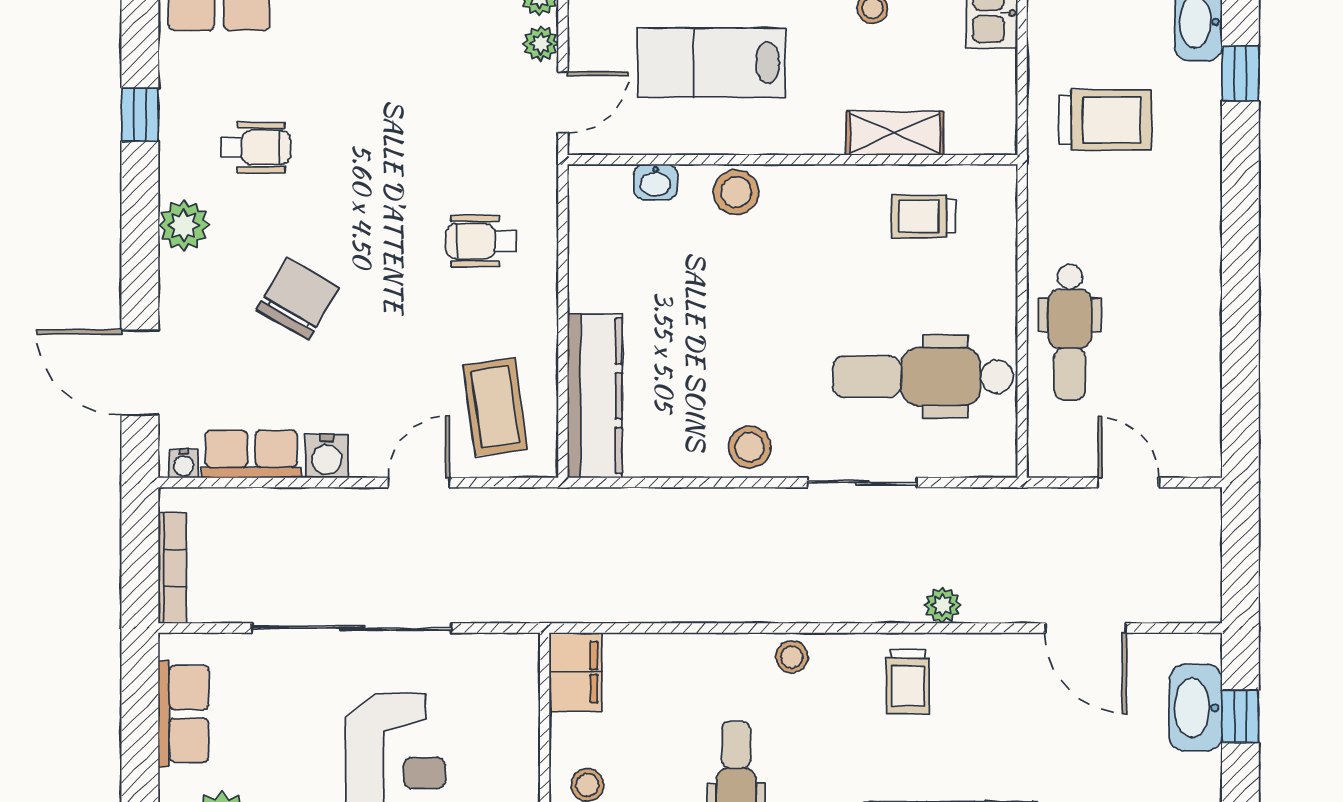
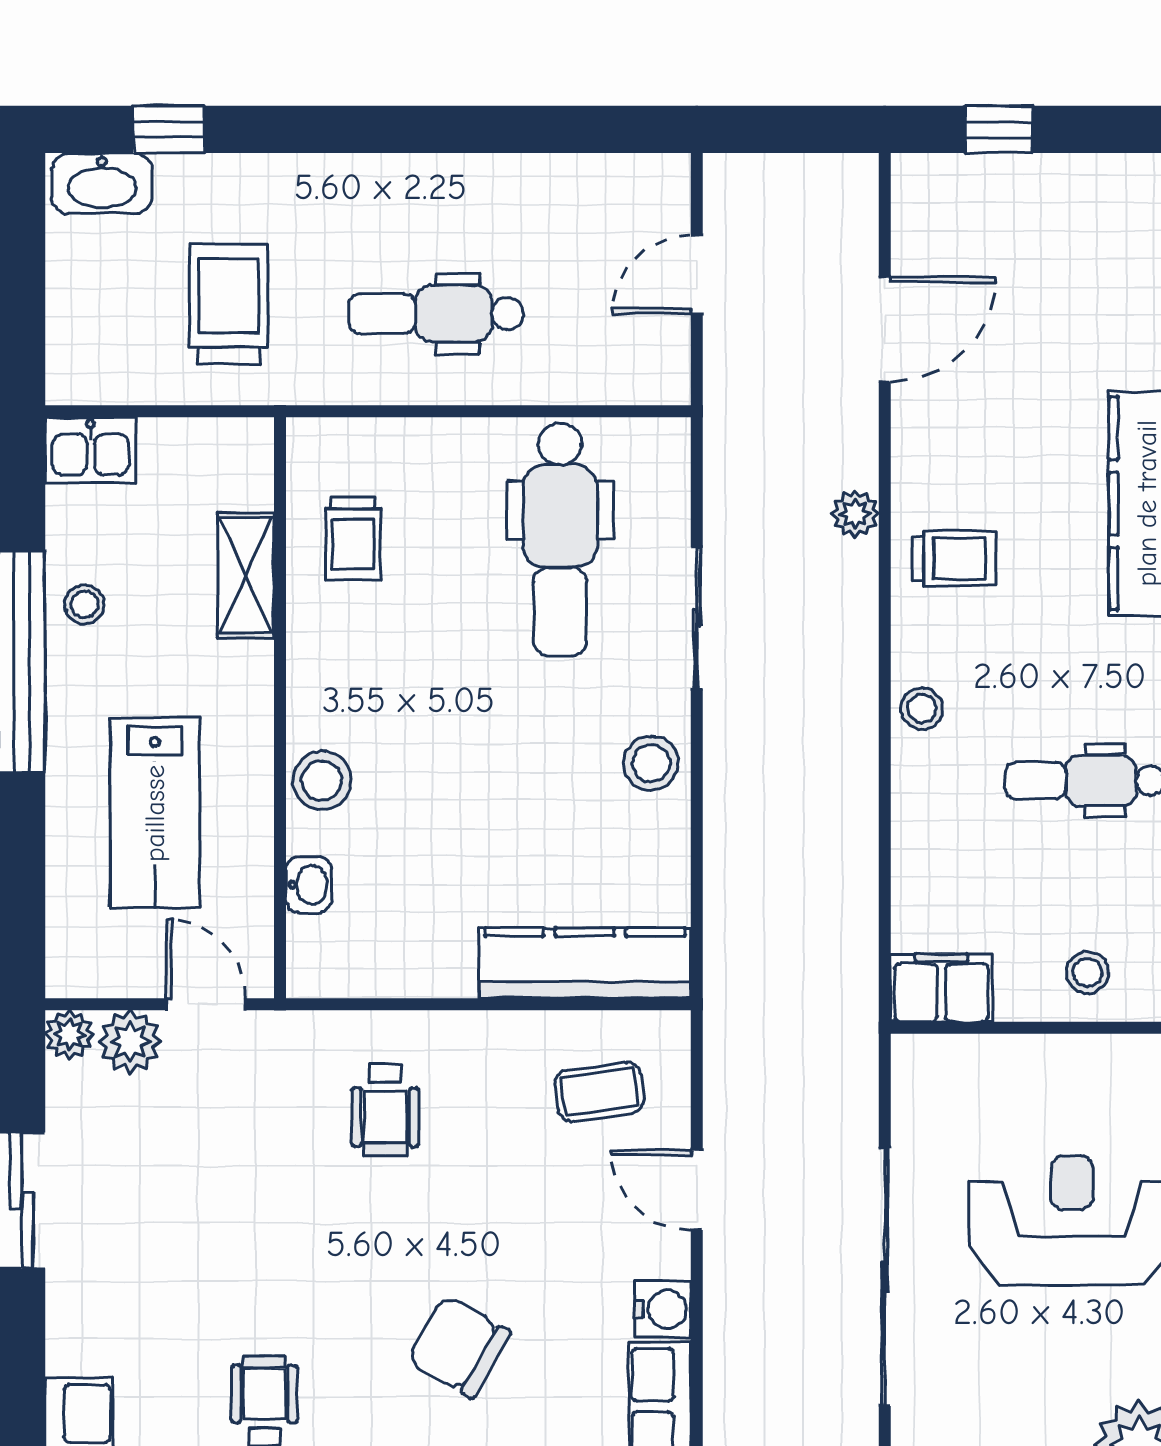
plant: (541, 44) -> (130, 1042), width x1.38, depth x1.38
dental chair: (1070, 332) -> (436, 314), moved, turned 180
coffee table: (495, 407) -> (600, 1092), width x0.73, depth x0.77
washbasin: (1196, 708) -> (988, 187), removed

